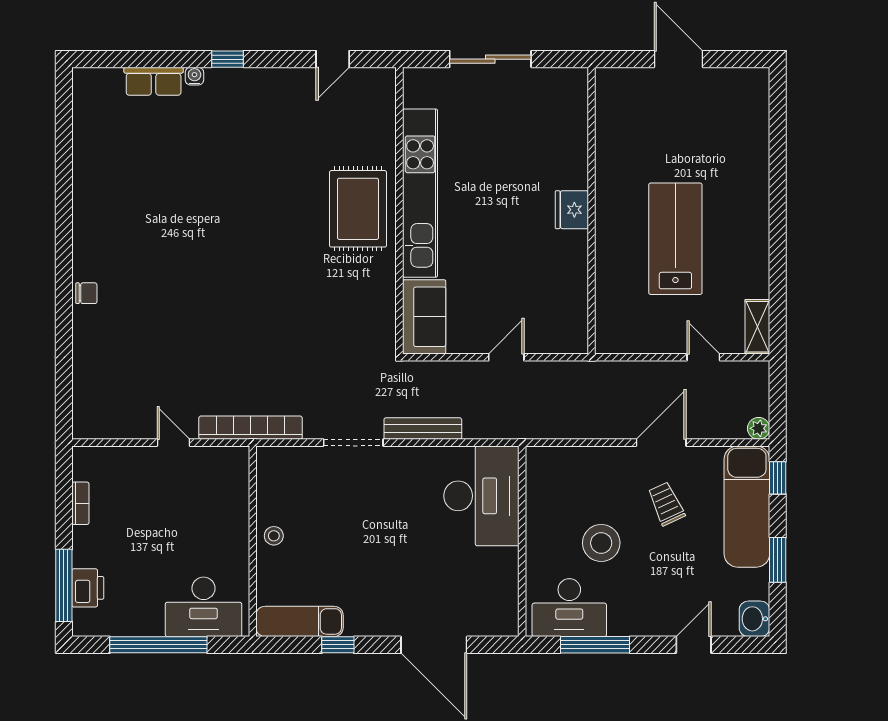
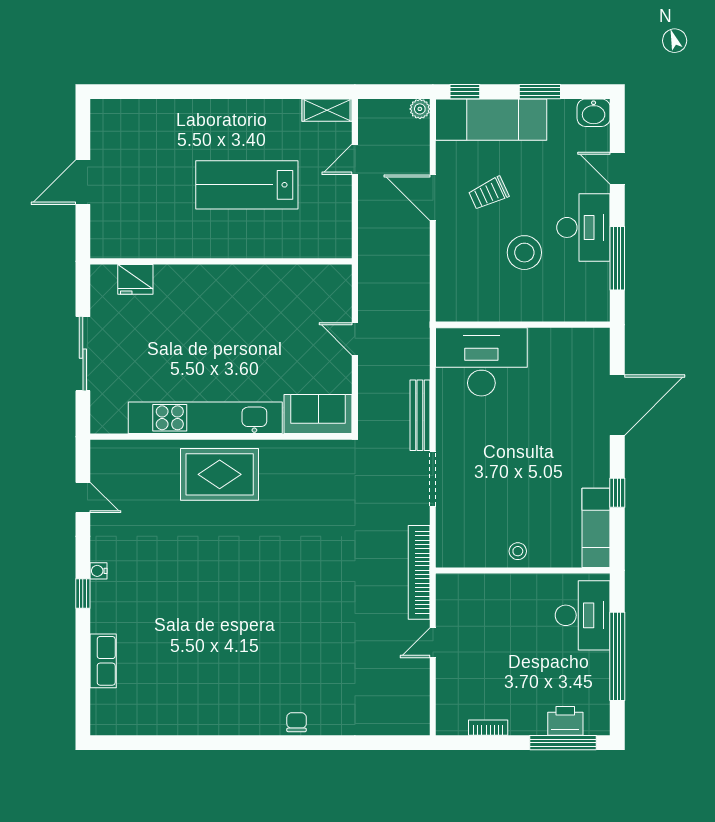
water cooler: (194, 76) -> (98, 571), moved
fridge: (572, 210) -> (135, 279), moved
desk: (569, 608) -> (583, 227), moved

